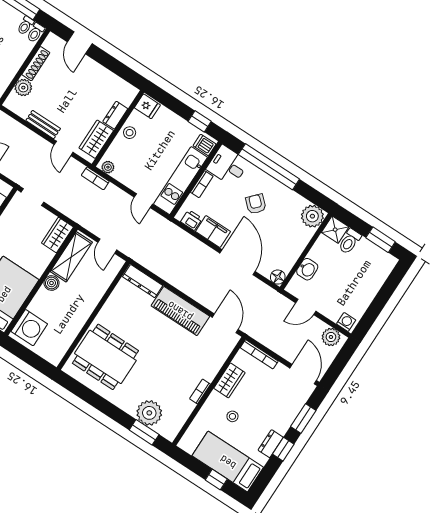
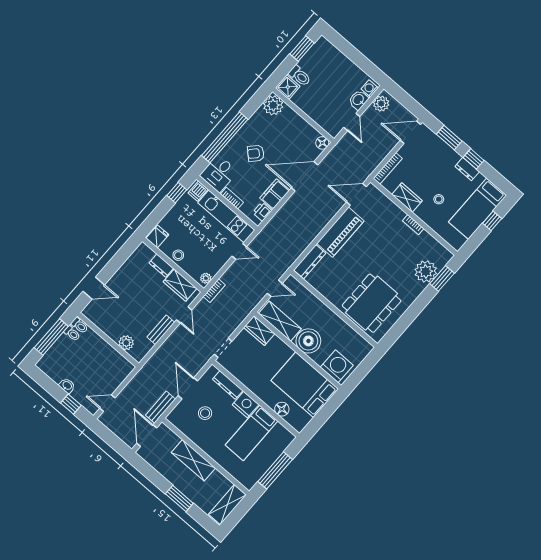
shoe rack: (36, 64) -> (107, 329), removed
door: (64, 148) -> (184, 315), hinge flipped
washbasin: (307, 269) -> (358, 100), moved, turned -90
boiler: (51, 283) -> (308, 341), width x1.86, depth x1.86

